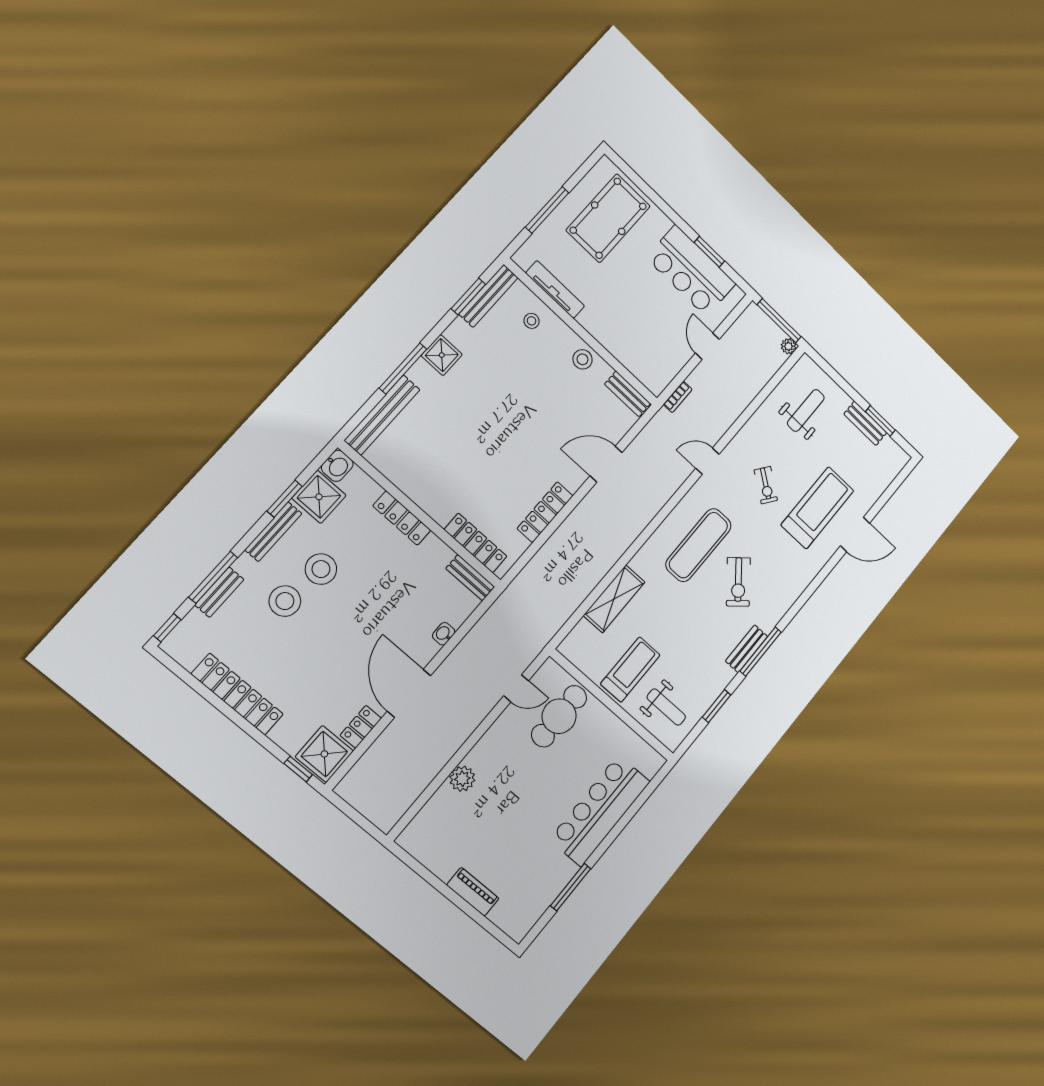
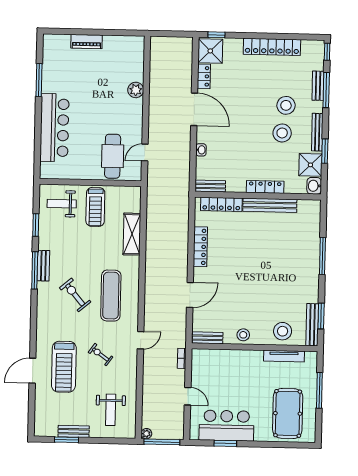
stool: (532, 321) -> (283, 331), width x1.89, depth x1.89
shower: (442, 355) -> (310, 278), removed
bench: (382, 415) -> (270, 205), moved, turned 90

